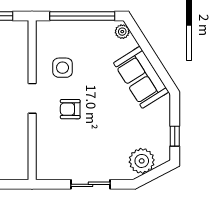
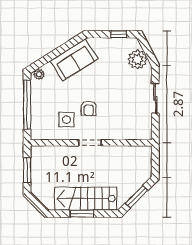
armchair: (70, 109) -> (89, 108), moved

